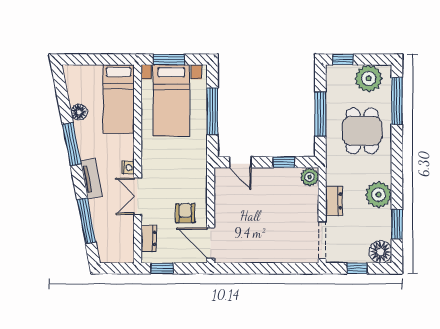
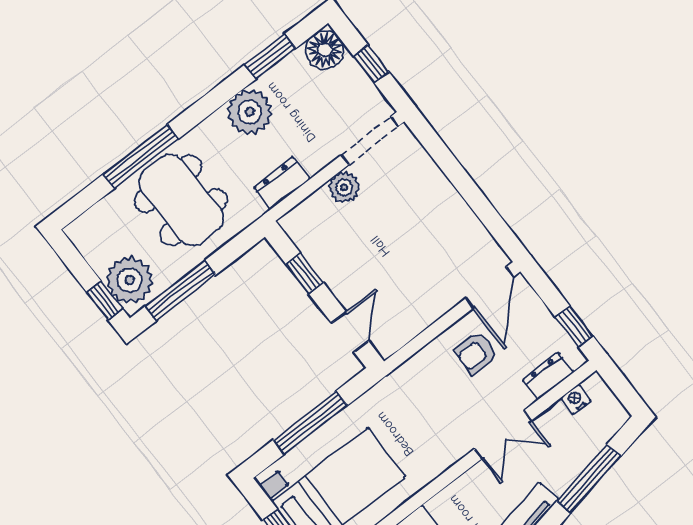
plant: (369, 78) -> (130, 280), moved
window: (397, 101) -> (141, 156), moved
window: (320, 114) -> (181, 291), moved
dining table: (362, 131) -> (181, 200), width x1.38
nightstand: (128, 167) -> (576, 399), moved
plant: (310, 177) -> (344, 187), moved
dresser: (334, 201) -> (282, 183), moved

